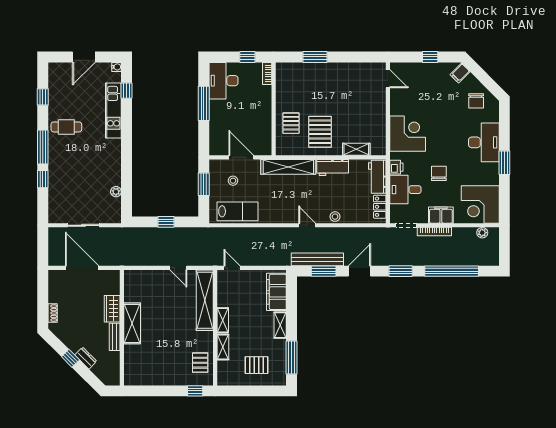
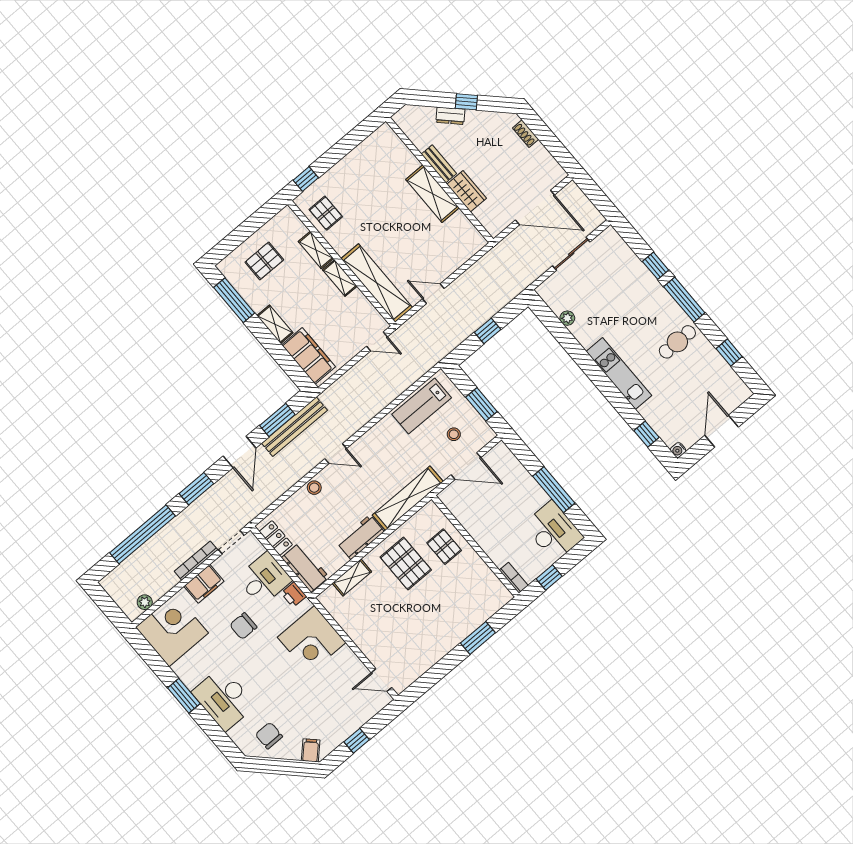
kitchen unit: (113, 111) -> (619, 374), moved
chair: (439, 173) -> (243, 626), turned 90

